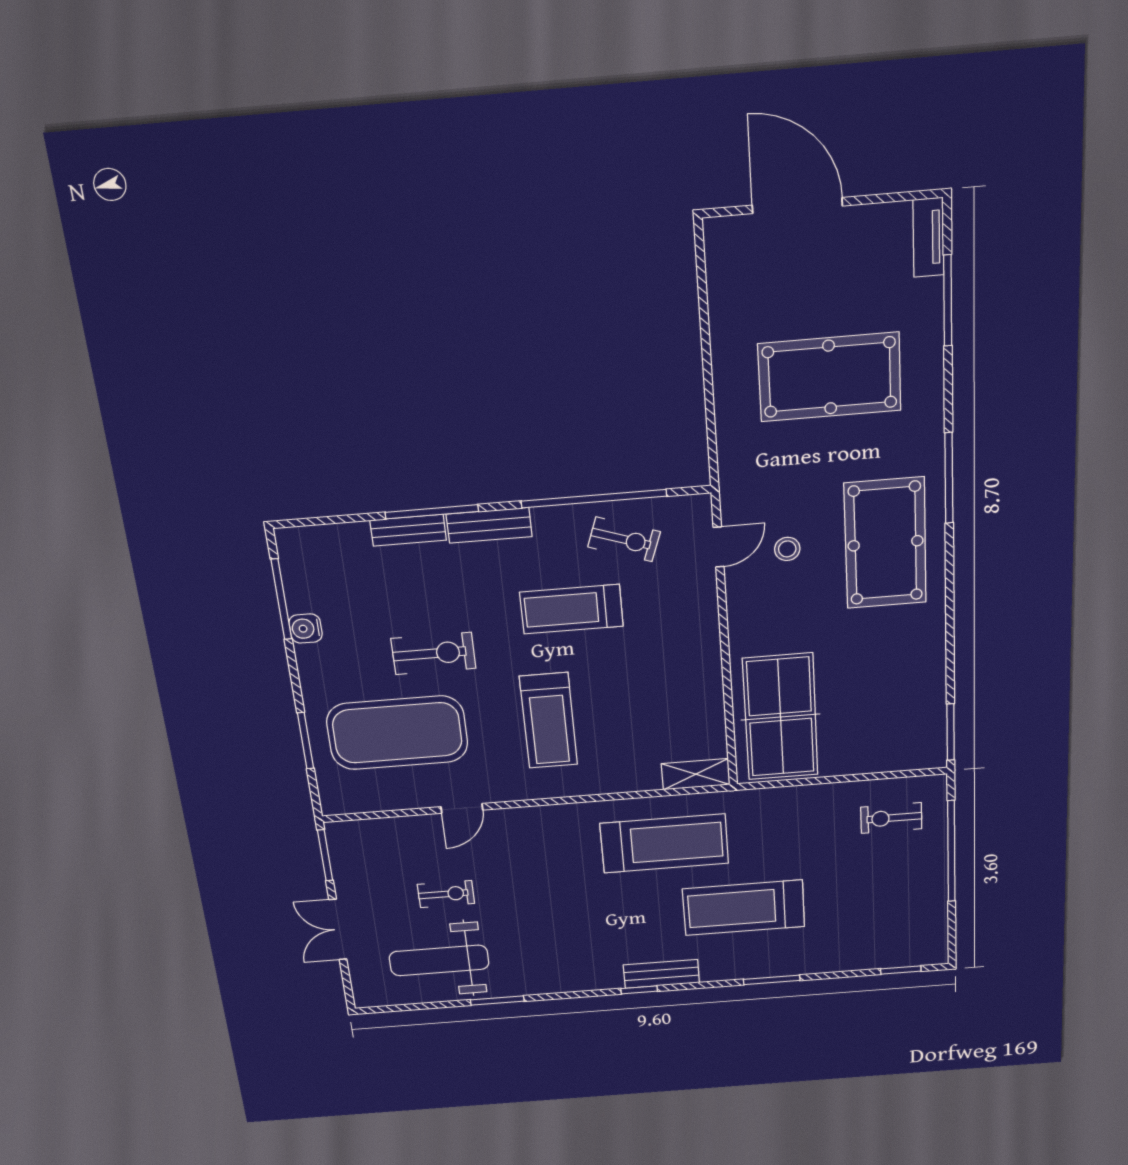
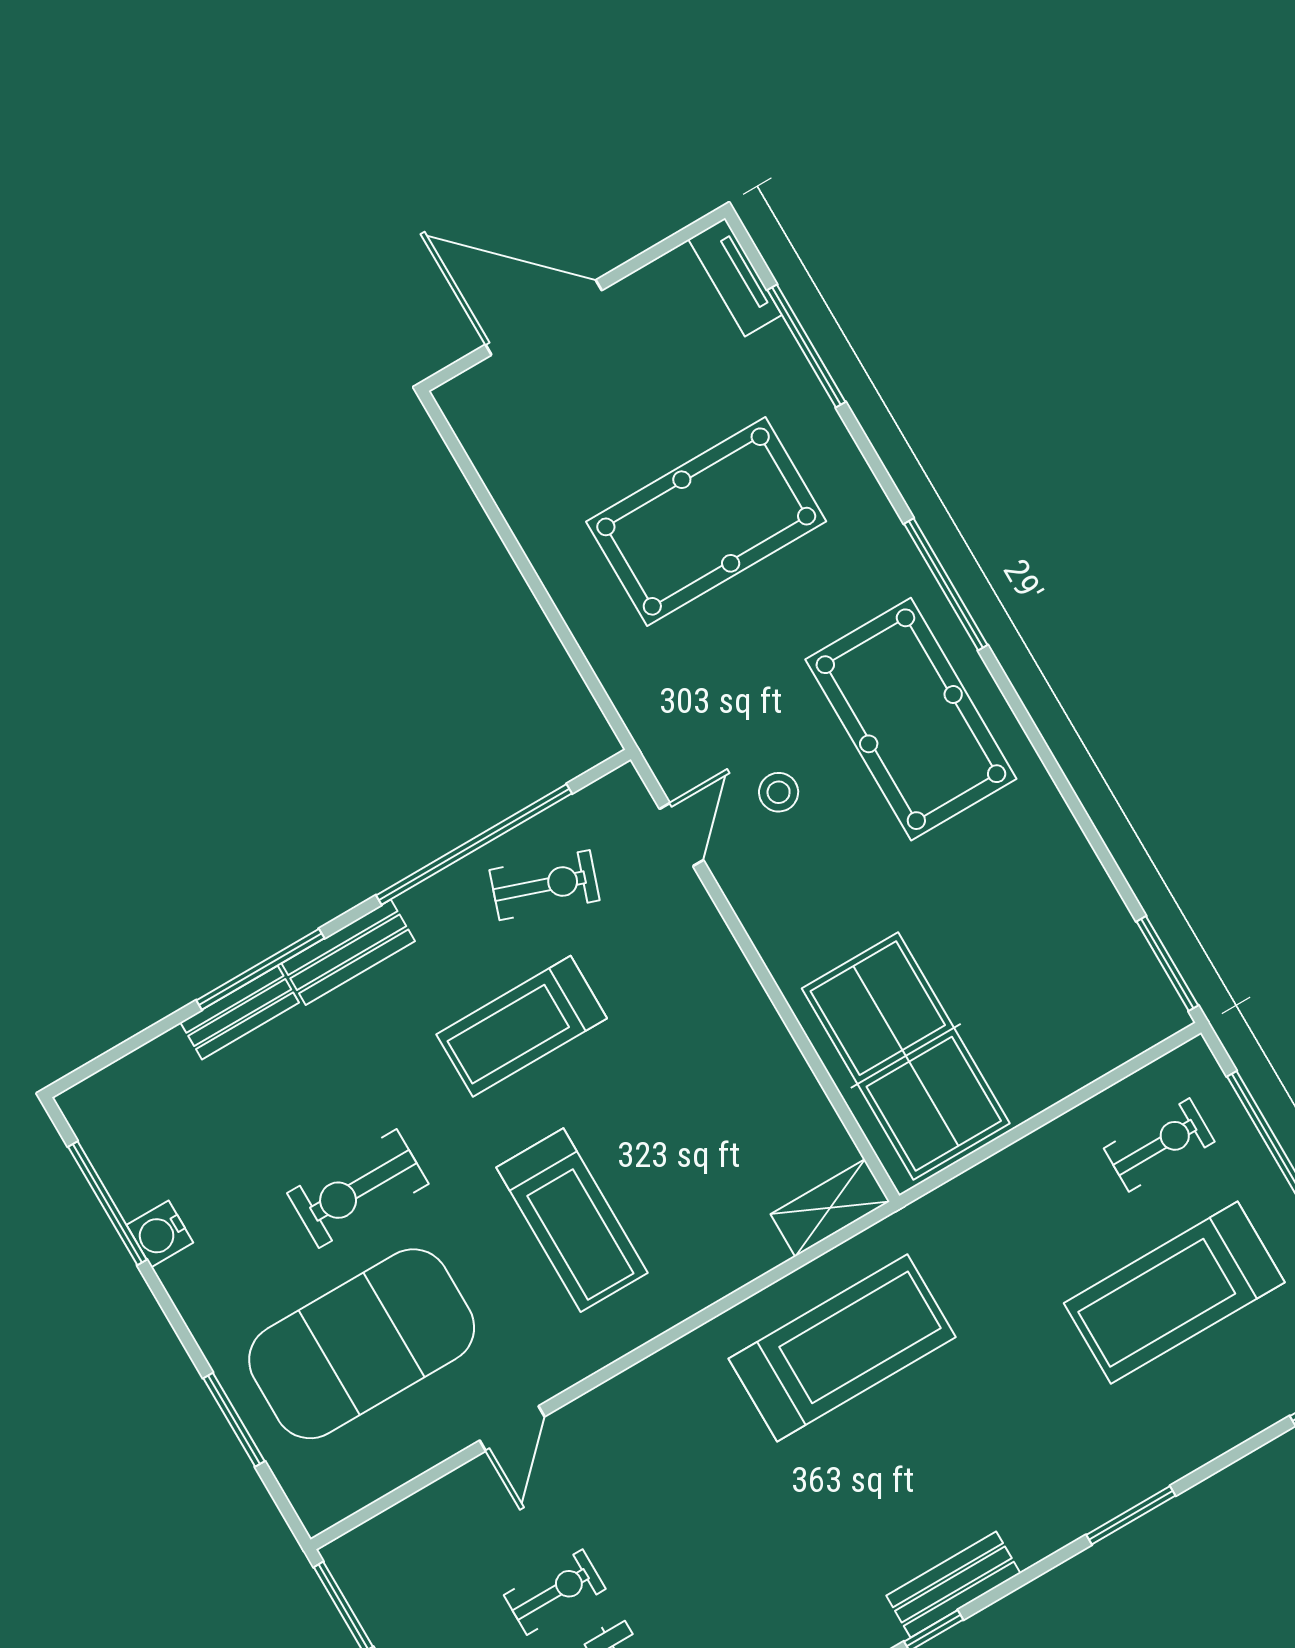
exercise bike: (433, 653) -> (358, 1189), turned 180
exercise bike: (891, 818) -> (1159, 1145), turned 180
treadmill: (744, 908) -> (1174, 1293), moved

